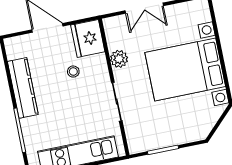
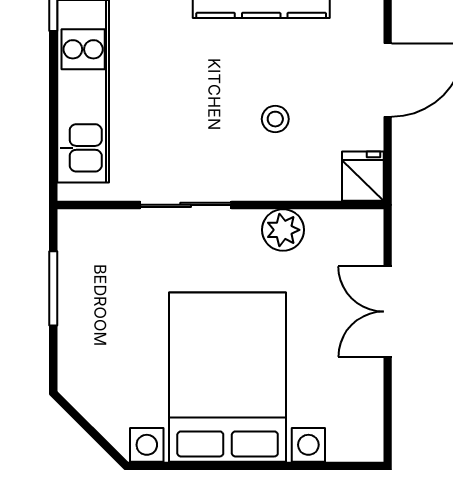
fridge: (88, 38) -> (363, 176), width x0.53, depth x0.75

